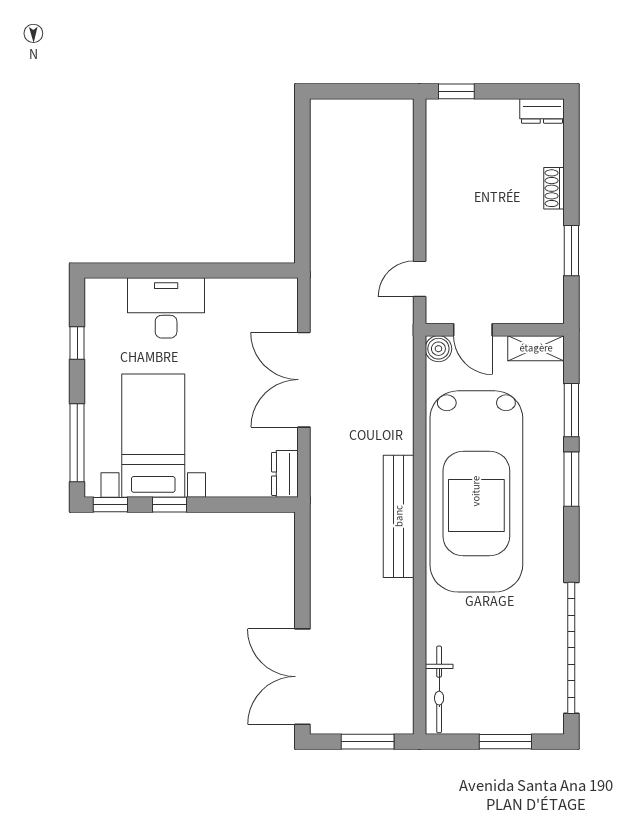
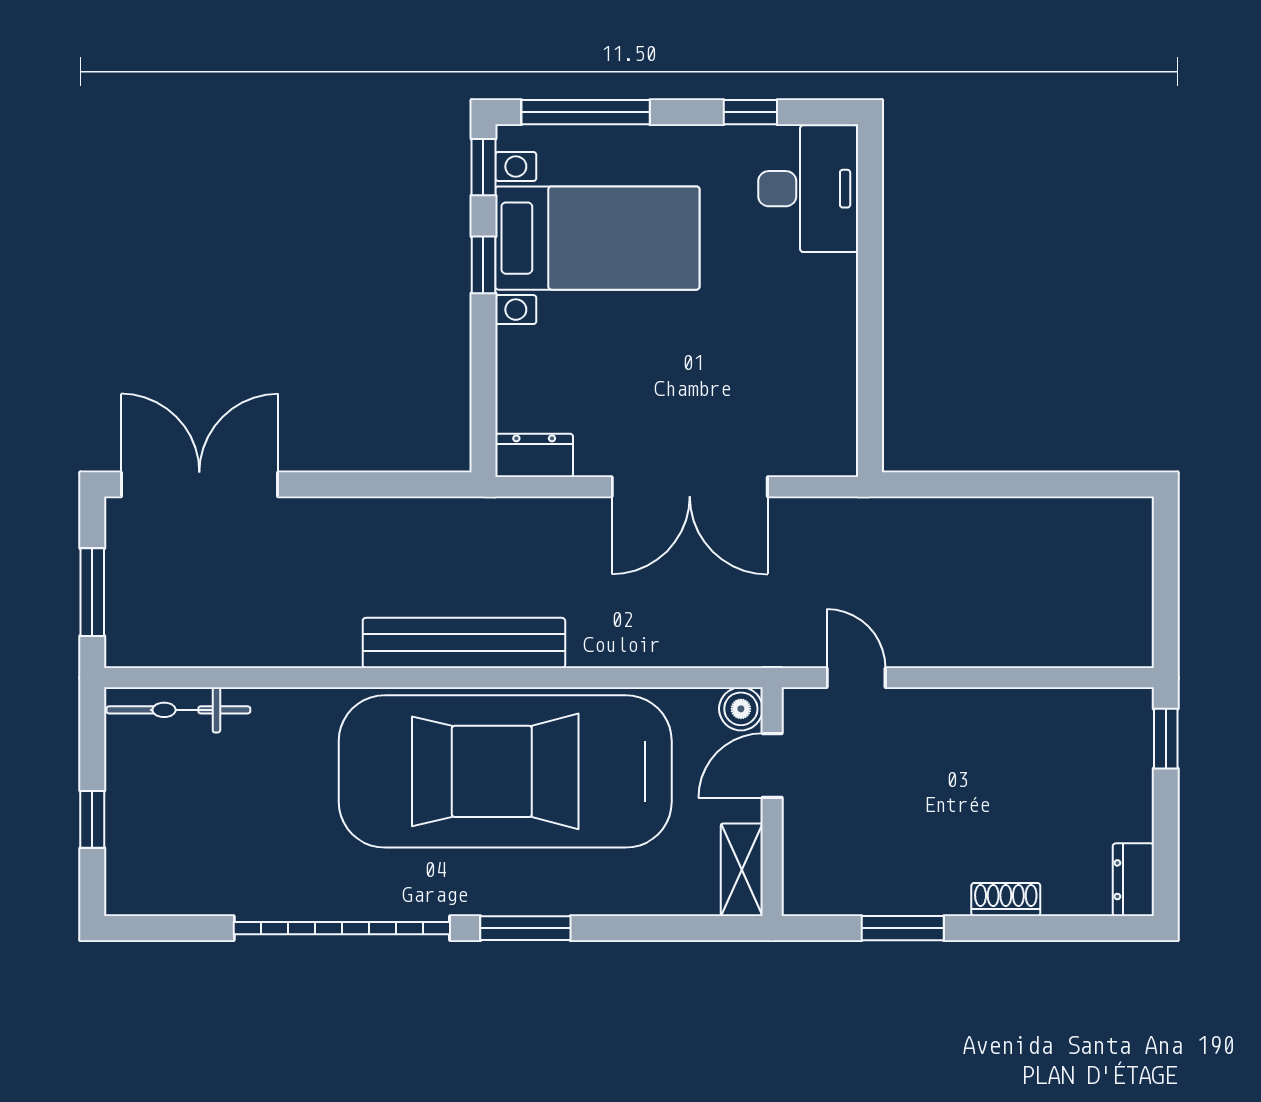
desk: (166, 308) -> (808, 189), moved
double door: (304, 380) -> (690, 487), swing flipped
window: (571, 410) -> (639, 928), removed
garage door: (571, 648) -> (342, 928), moved
window: (505, 742) -> (92, 819), width x0.67

